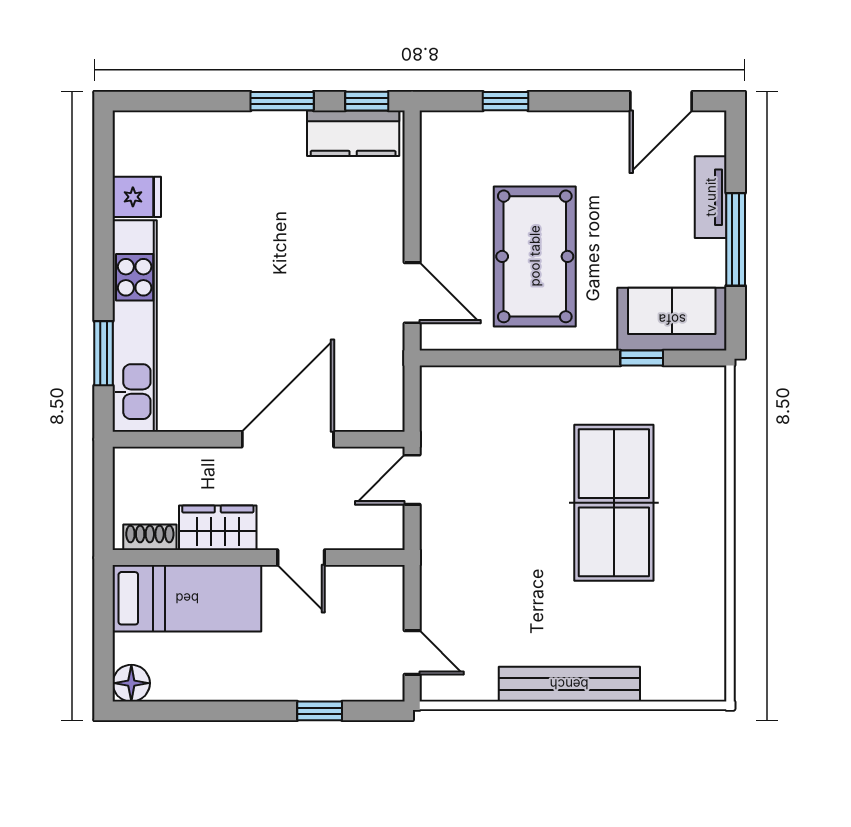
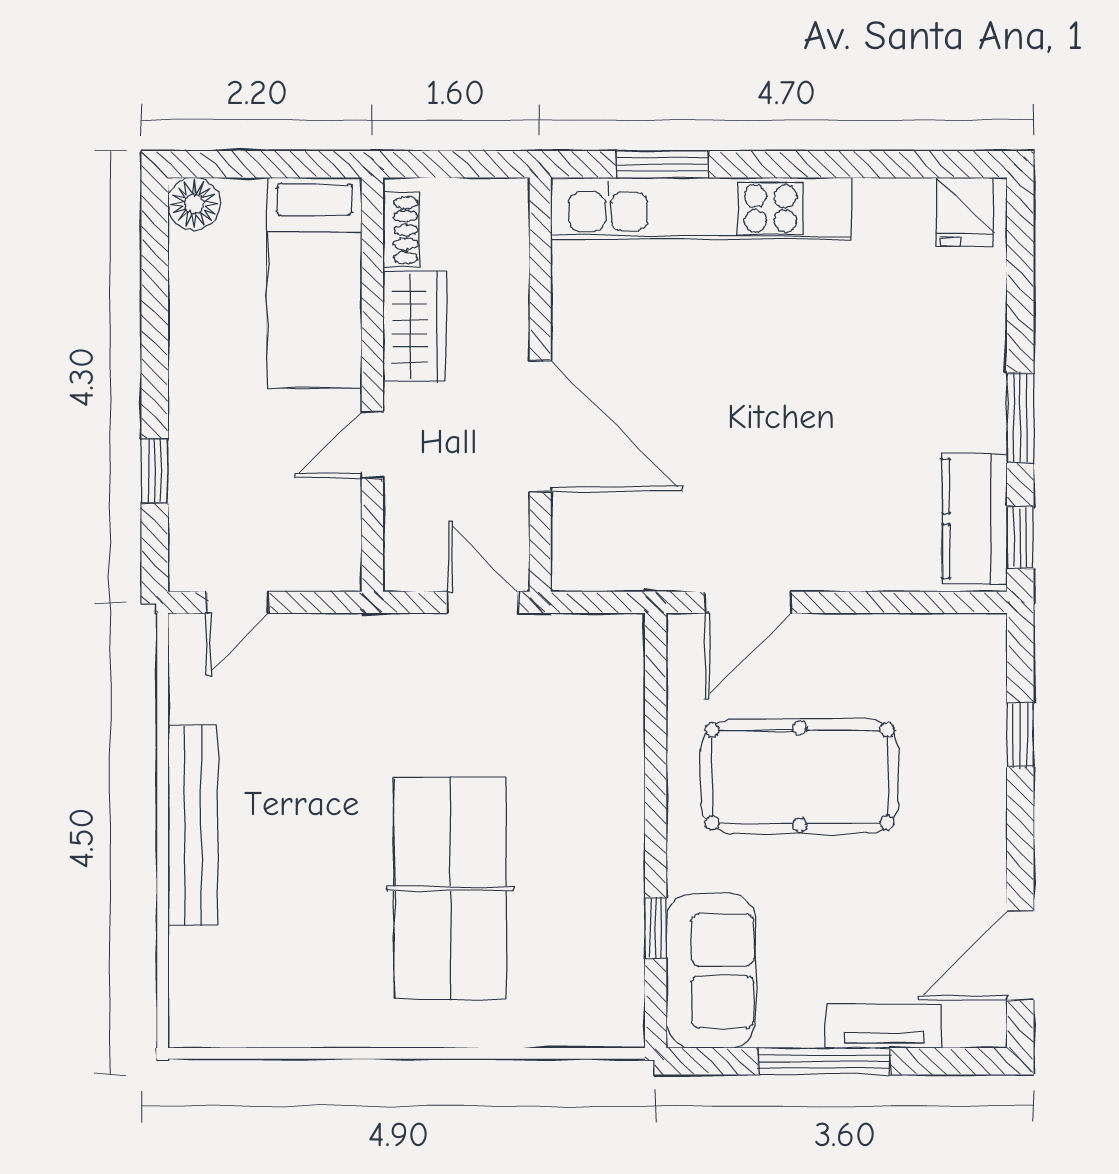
door: (661, 101) -> (1020, 956), hinge flipped
fridge: (137, 197) -> (965, 212), moved
table tennis table: (614, 503) -> (450, 889), turned 90

